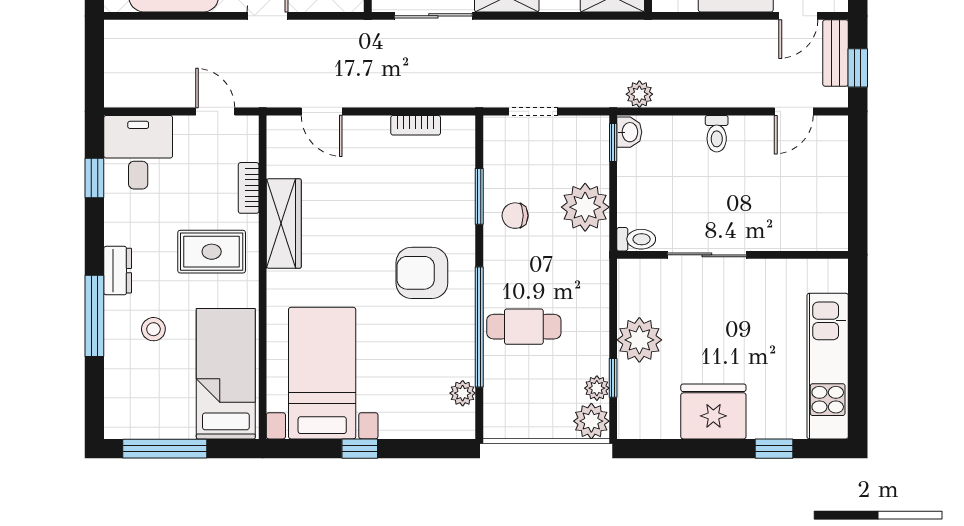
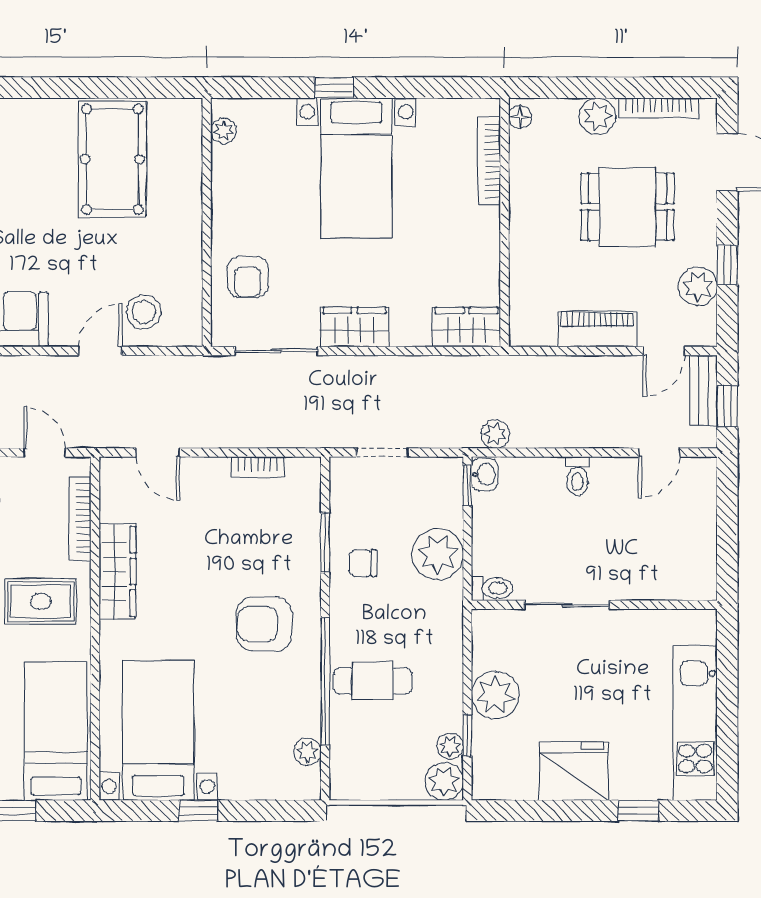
bookcase: (249, 188) -> (80, 519), width x1.56

